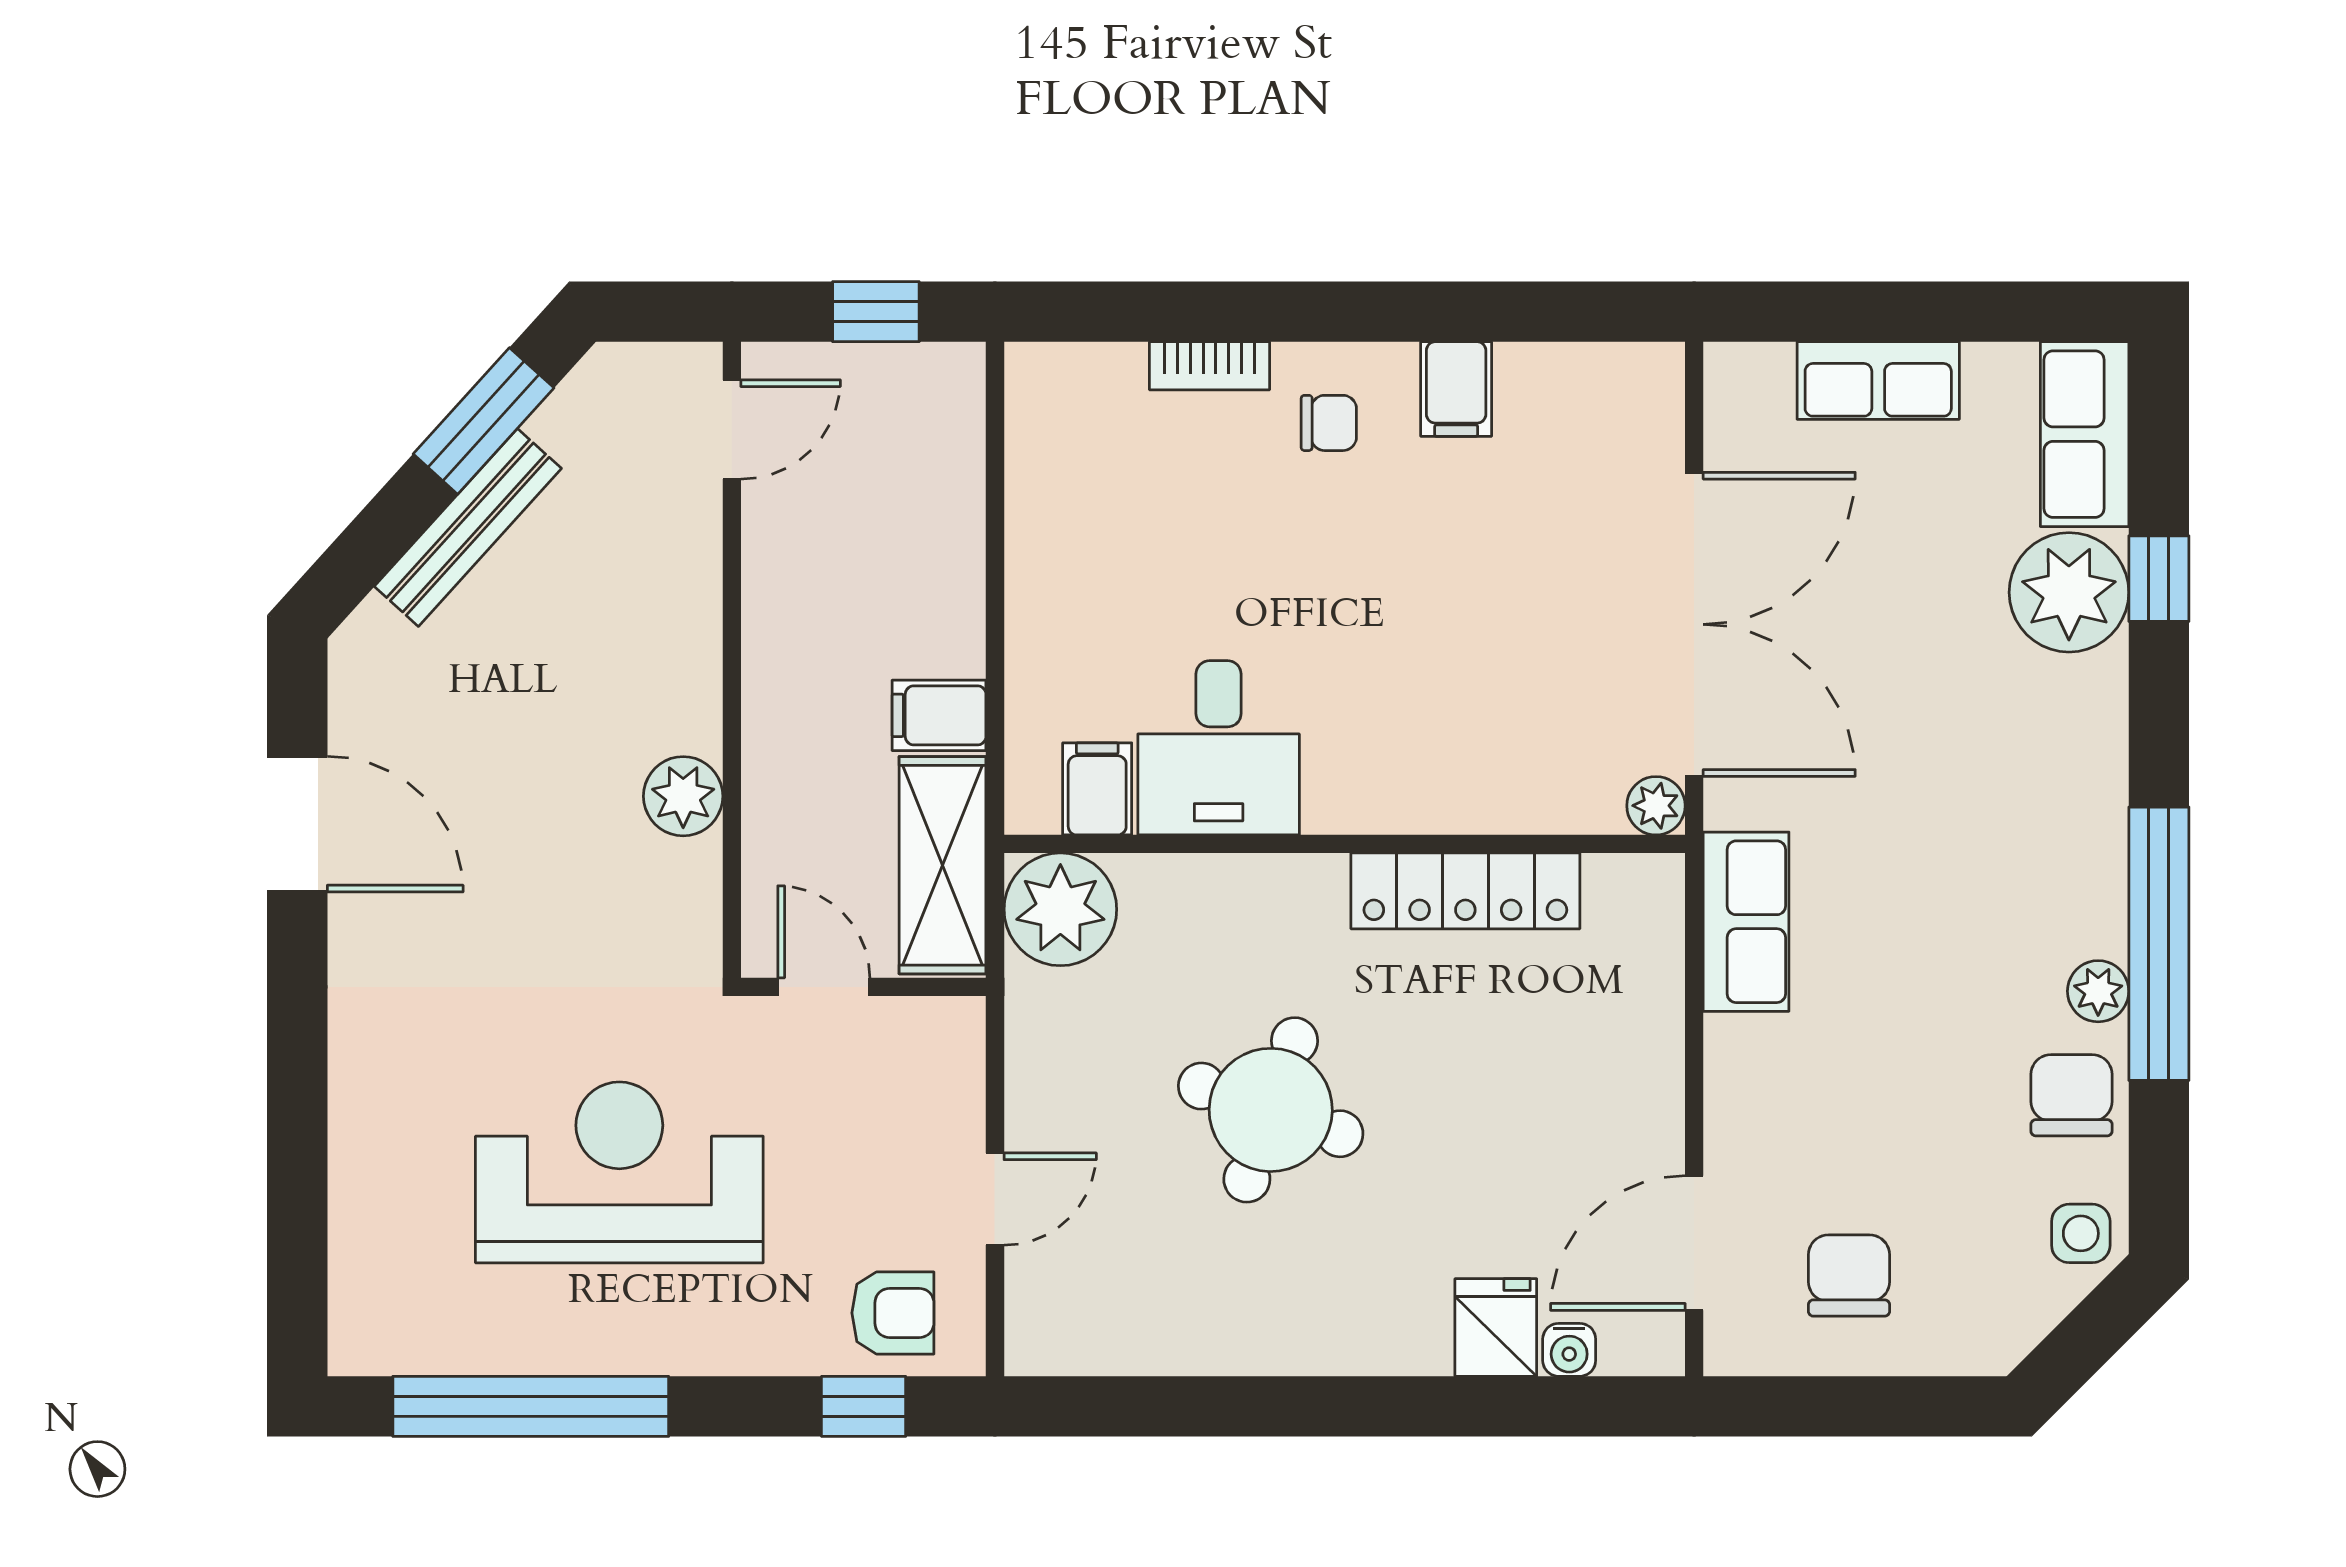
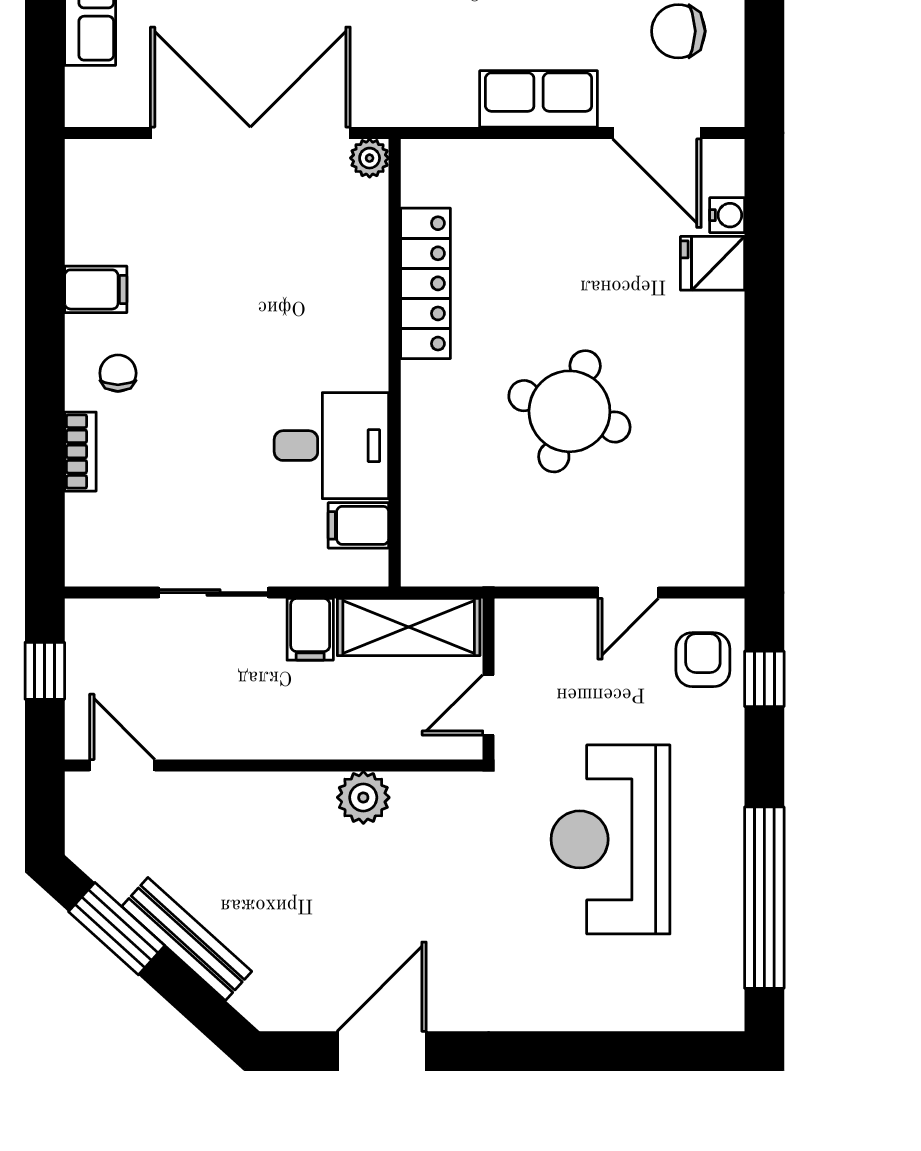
sliding door: (995, 568) -> (214, 593), added
plant: (1060, 909) -> (438, 550), removed
row of seats: (1746, 922) -> (539, 99), moved
door: (995, 1199) -> (628, 593), swing flipped

